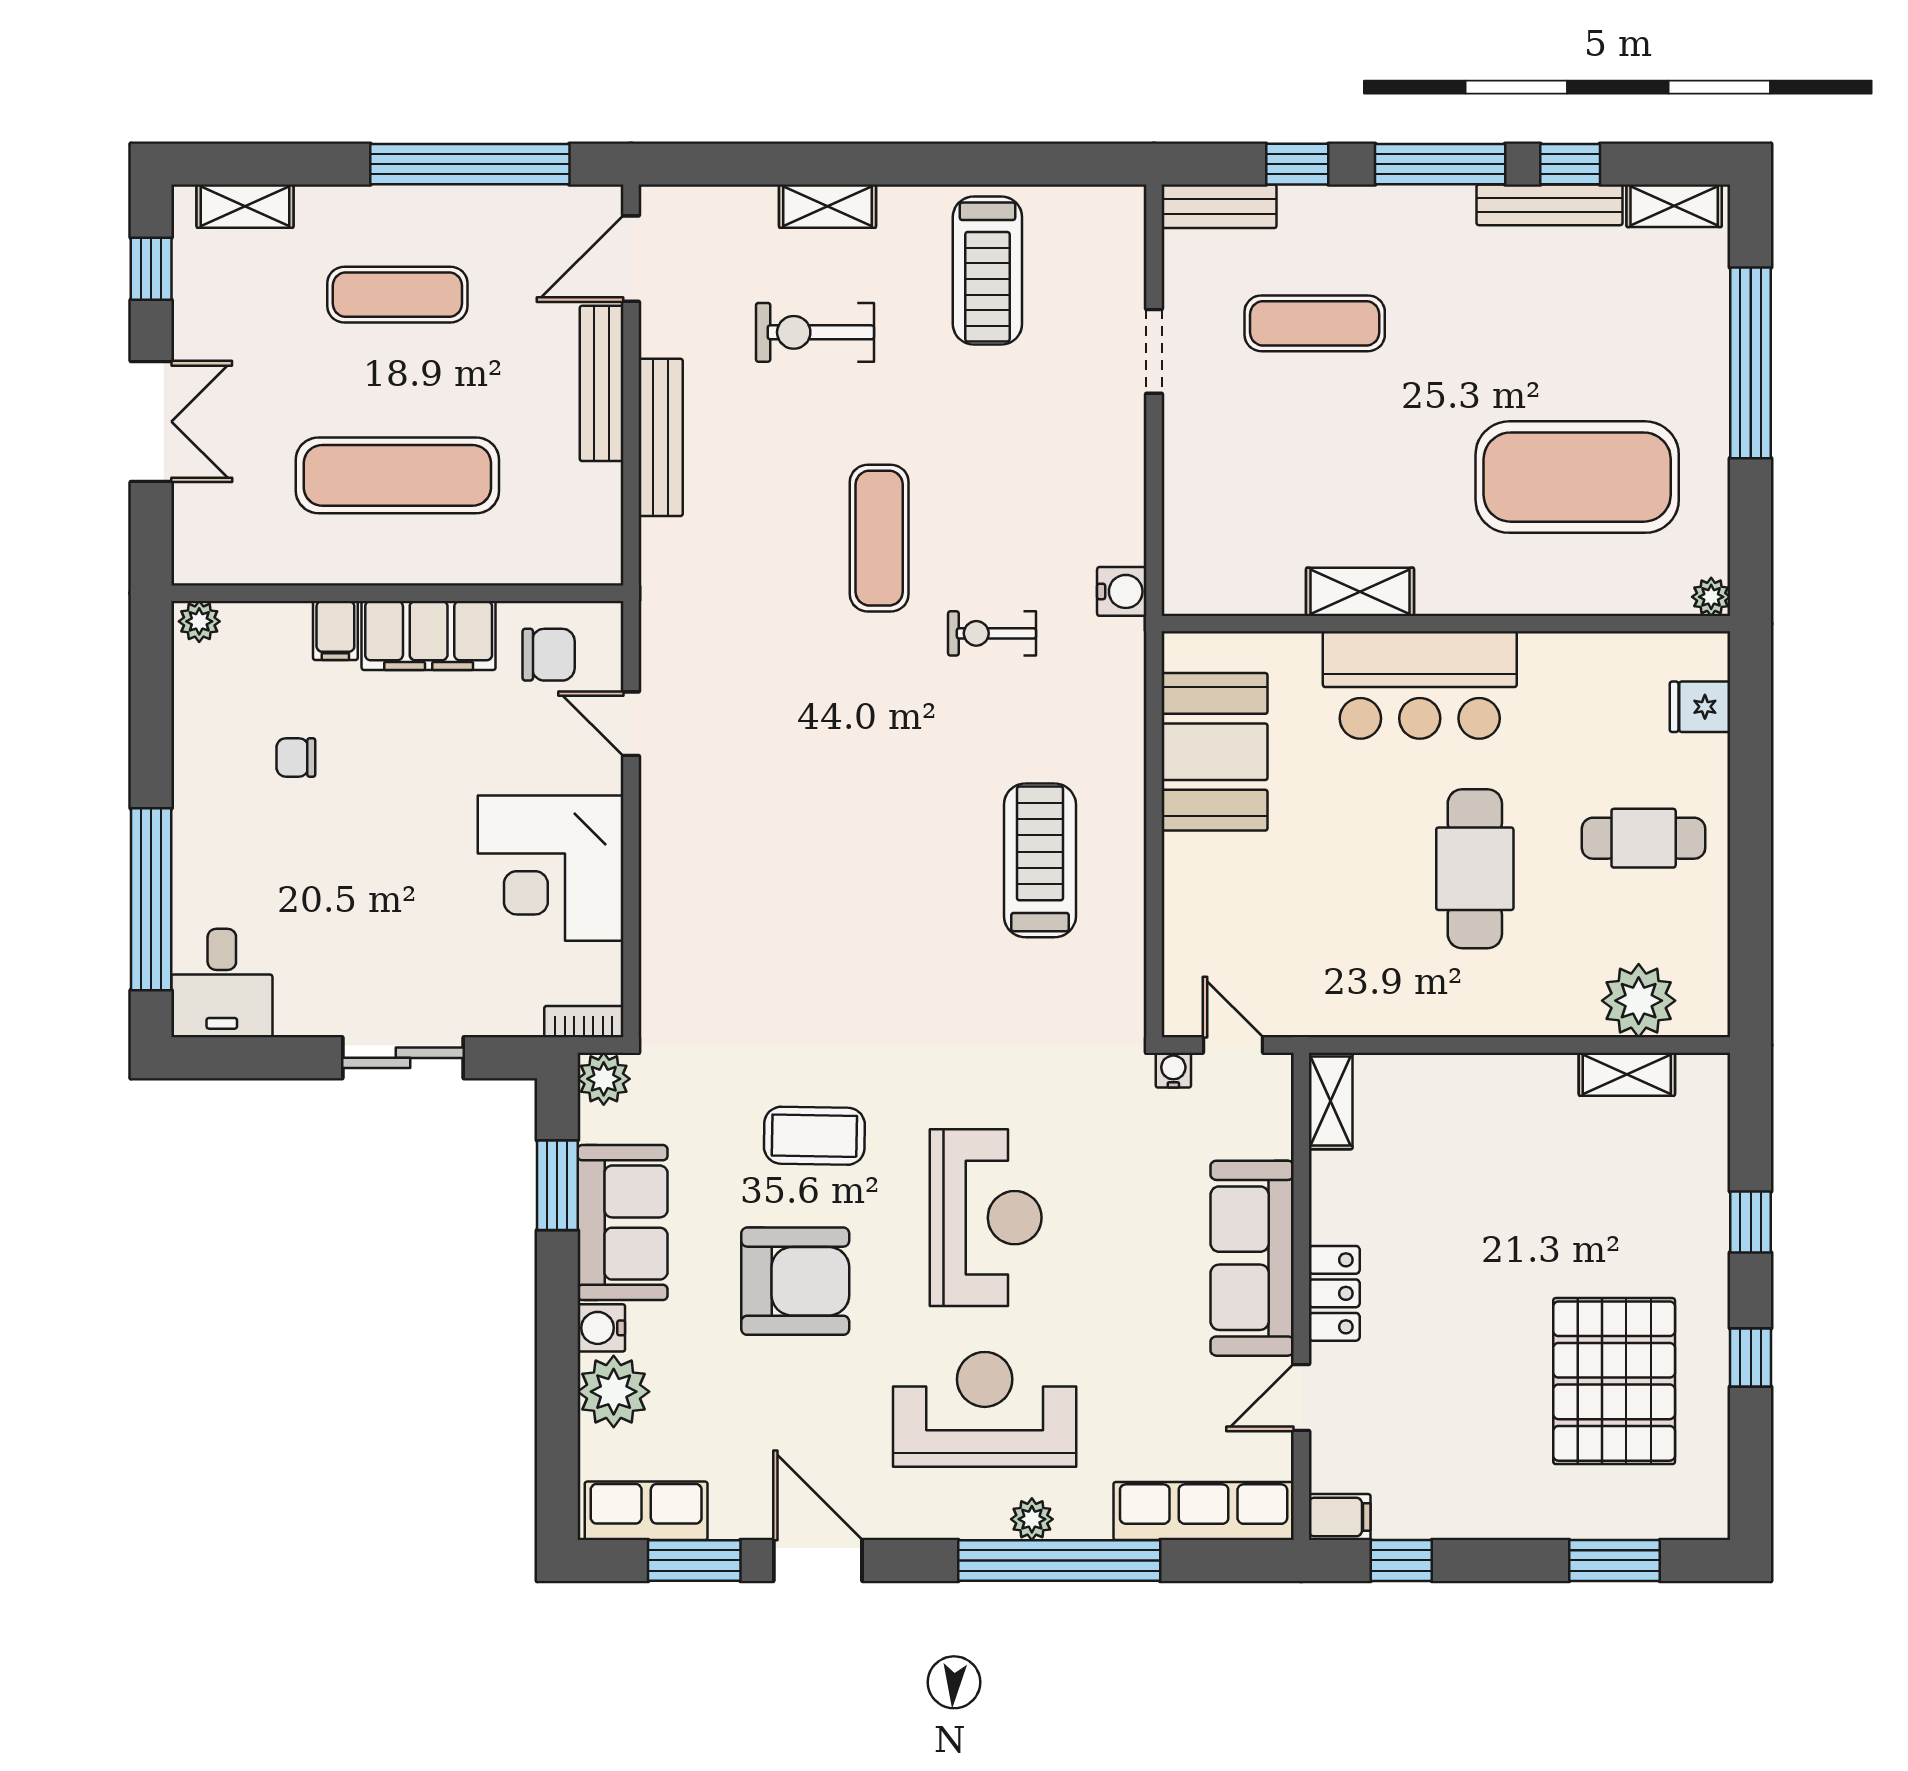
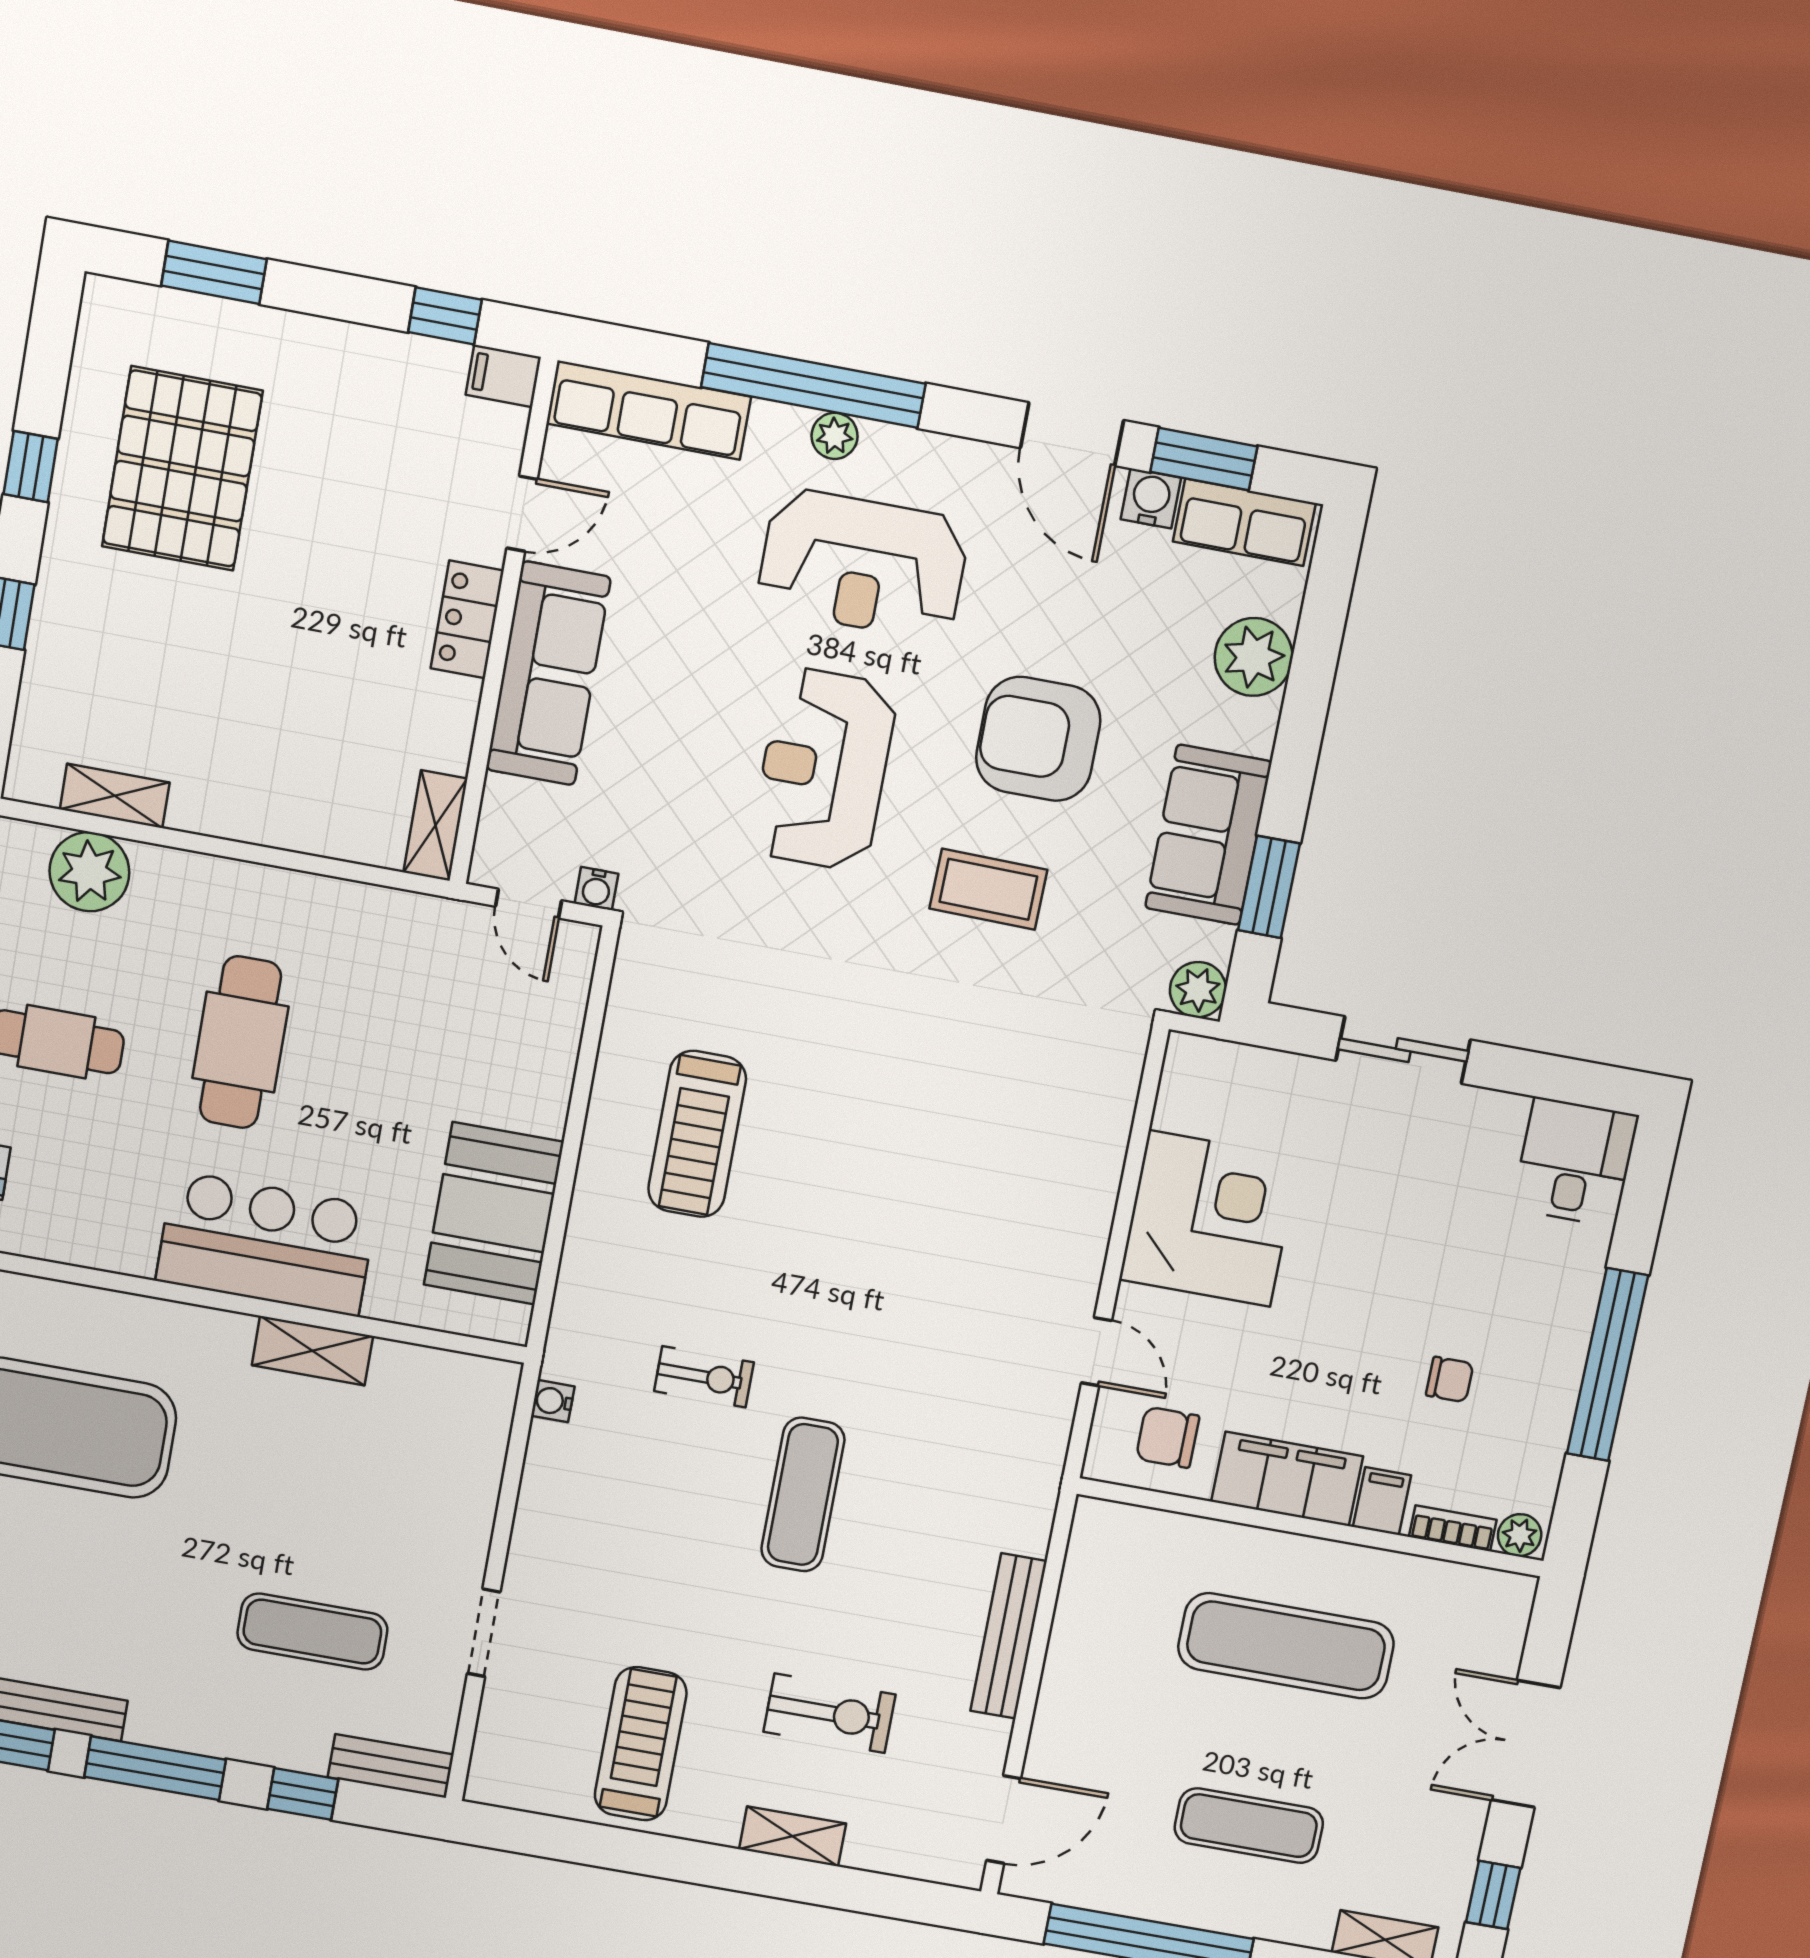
bench: (602, 383) -> (1058, 1701), removed
water cooler: (1122, 591) -> (553, 1401), width x0.72, depth x0.72
window: (151, 899) -> (1608, 1365), moved
bookcase: (584, 1022) -> (1453, 1528), moved, turned 180
water cooler: (601, 1328) -> (1151, 498), moved, turned -90

